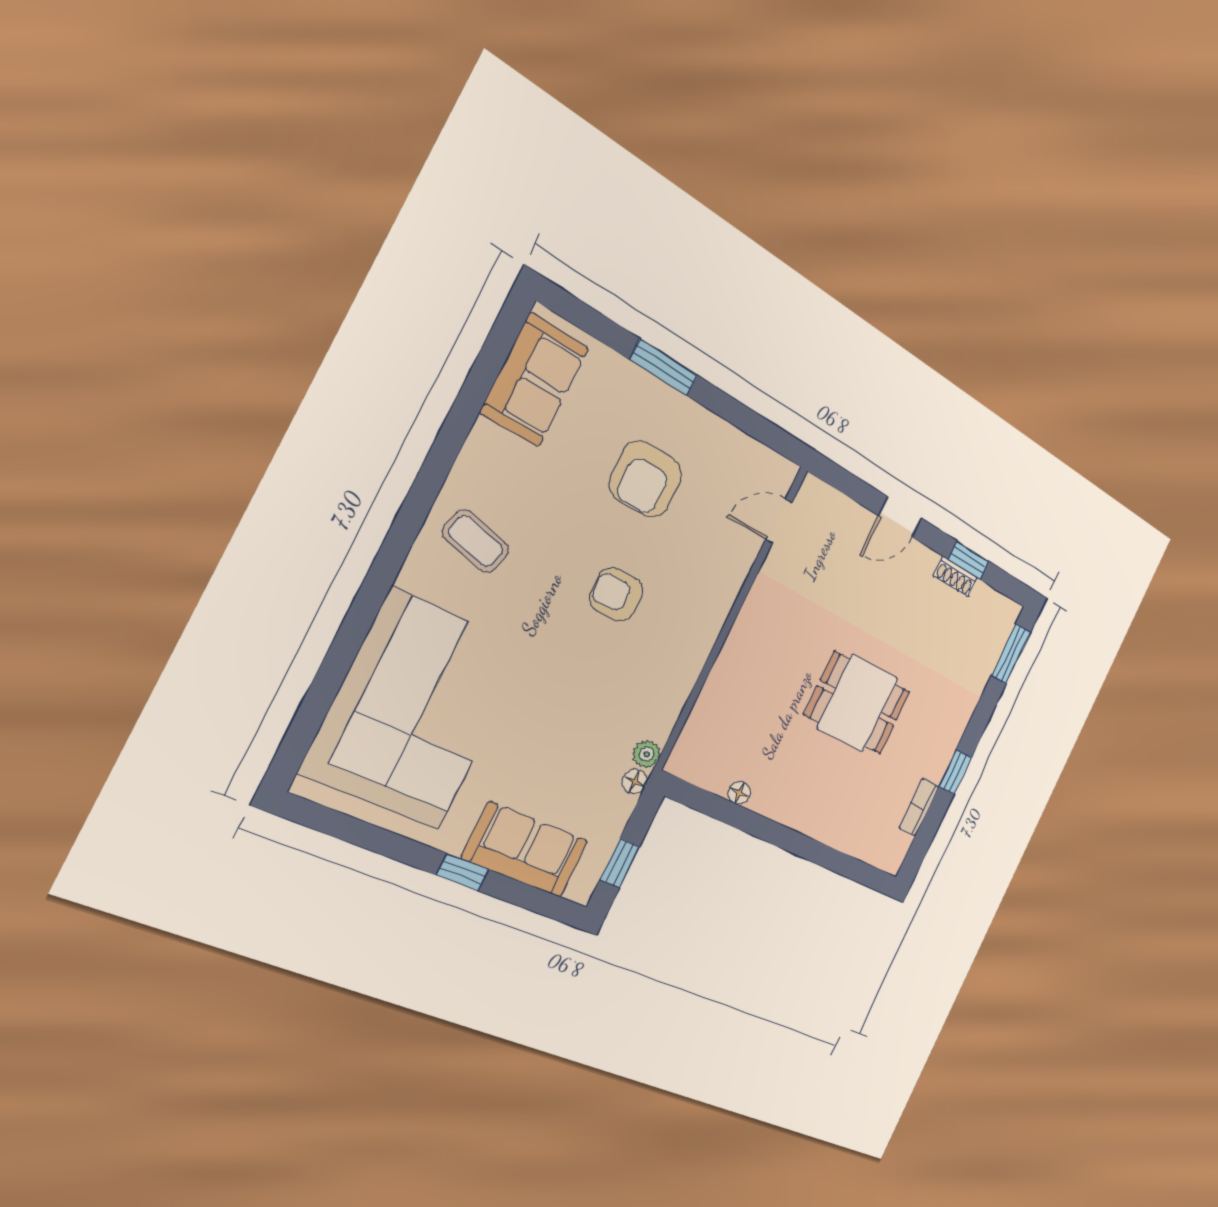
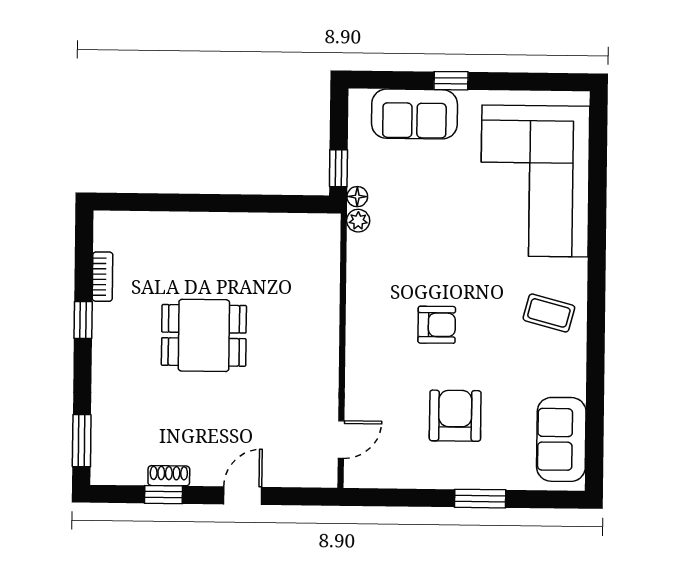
floor lamp: (739, 793) -> (270, 223), removed
window: (620, 863) -> (338, 168), moved

